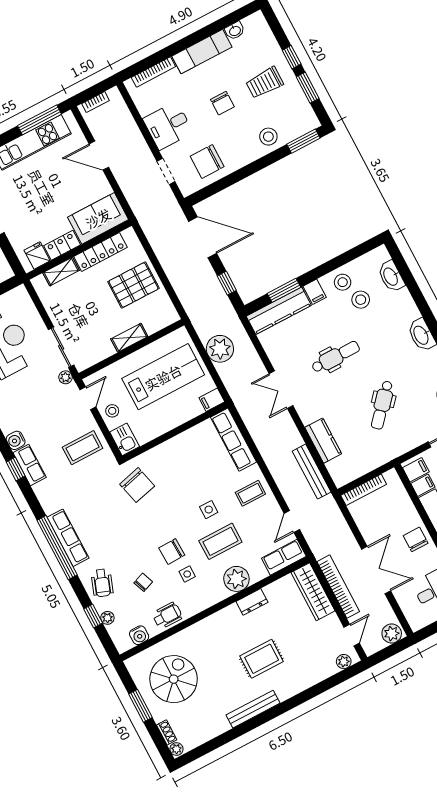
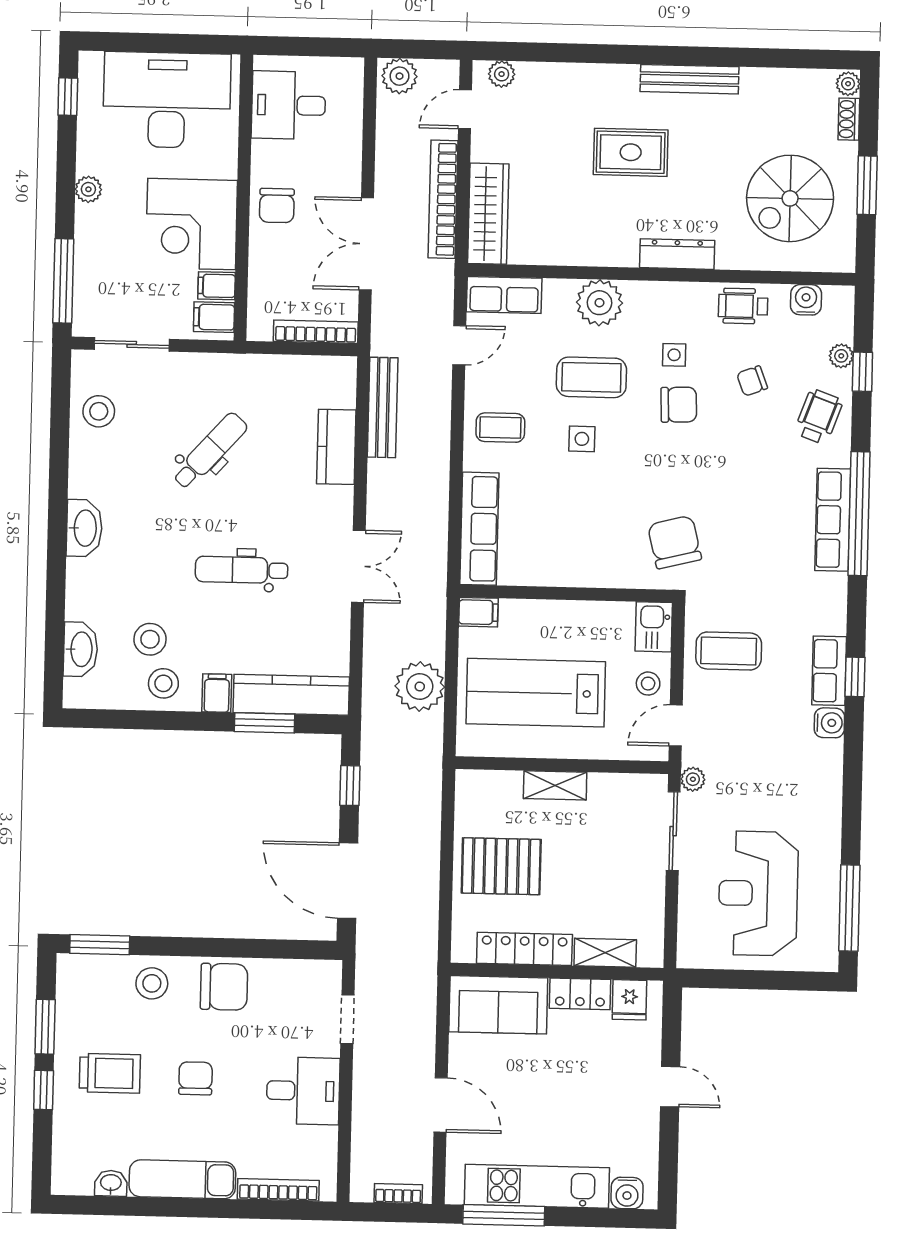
chair: (207, 161) -> (224, 987), moved
double door: (376, 570) -> (366, 244), moved
dresser: (252, 602) -> (677, 254), moved, width x1.44

